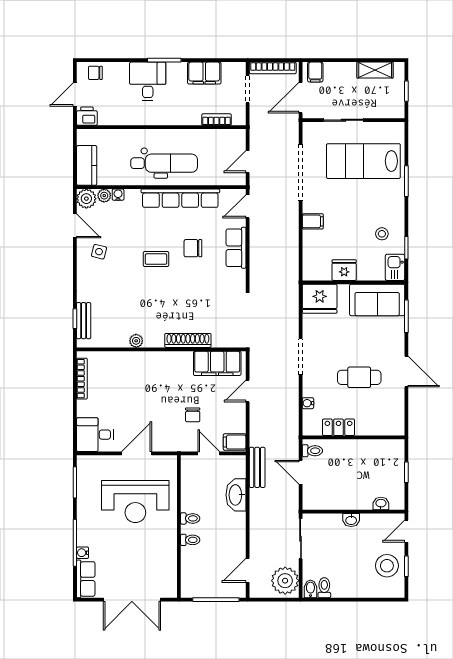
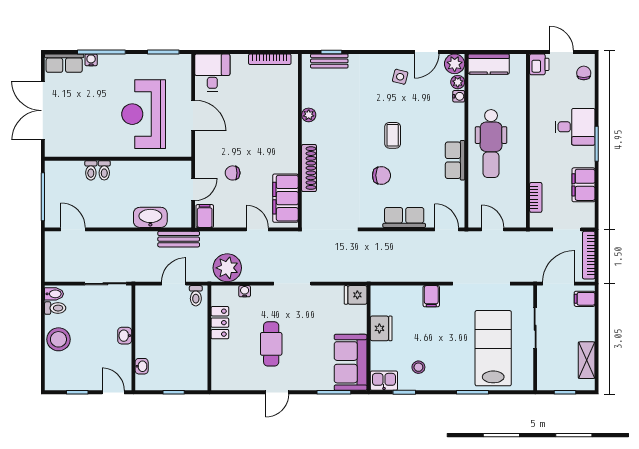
door: (301, 98) -> (558, 284), hinge flipped
row of seats: (180, 198) -> (455, 160), width x0.50
chair: (193, 248) -> (381, 175), moved, turned 90
fridge: (320, 299) -> (356, 295), width x0.53, depth x0.75
door: (406, 372) -> (277, 392), width x0.73
toilet: (190, 518) -> (91, 170), moved
stool: (387, 566) -> (58, 339), moved
plant: (285, 581) -> (227, 268), moved

